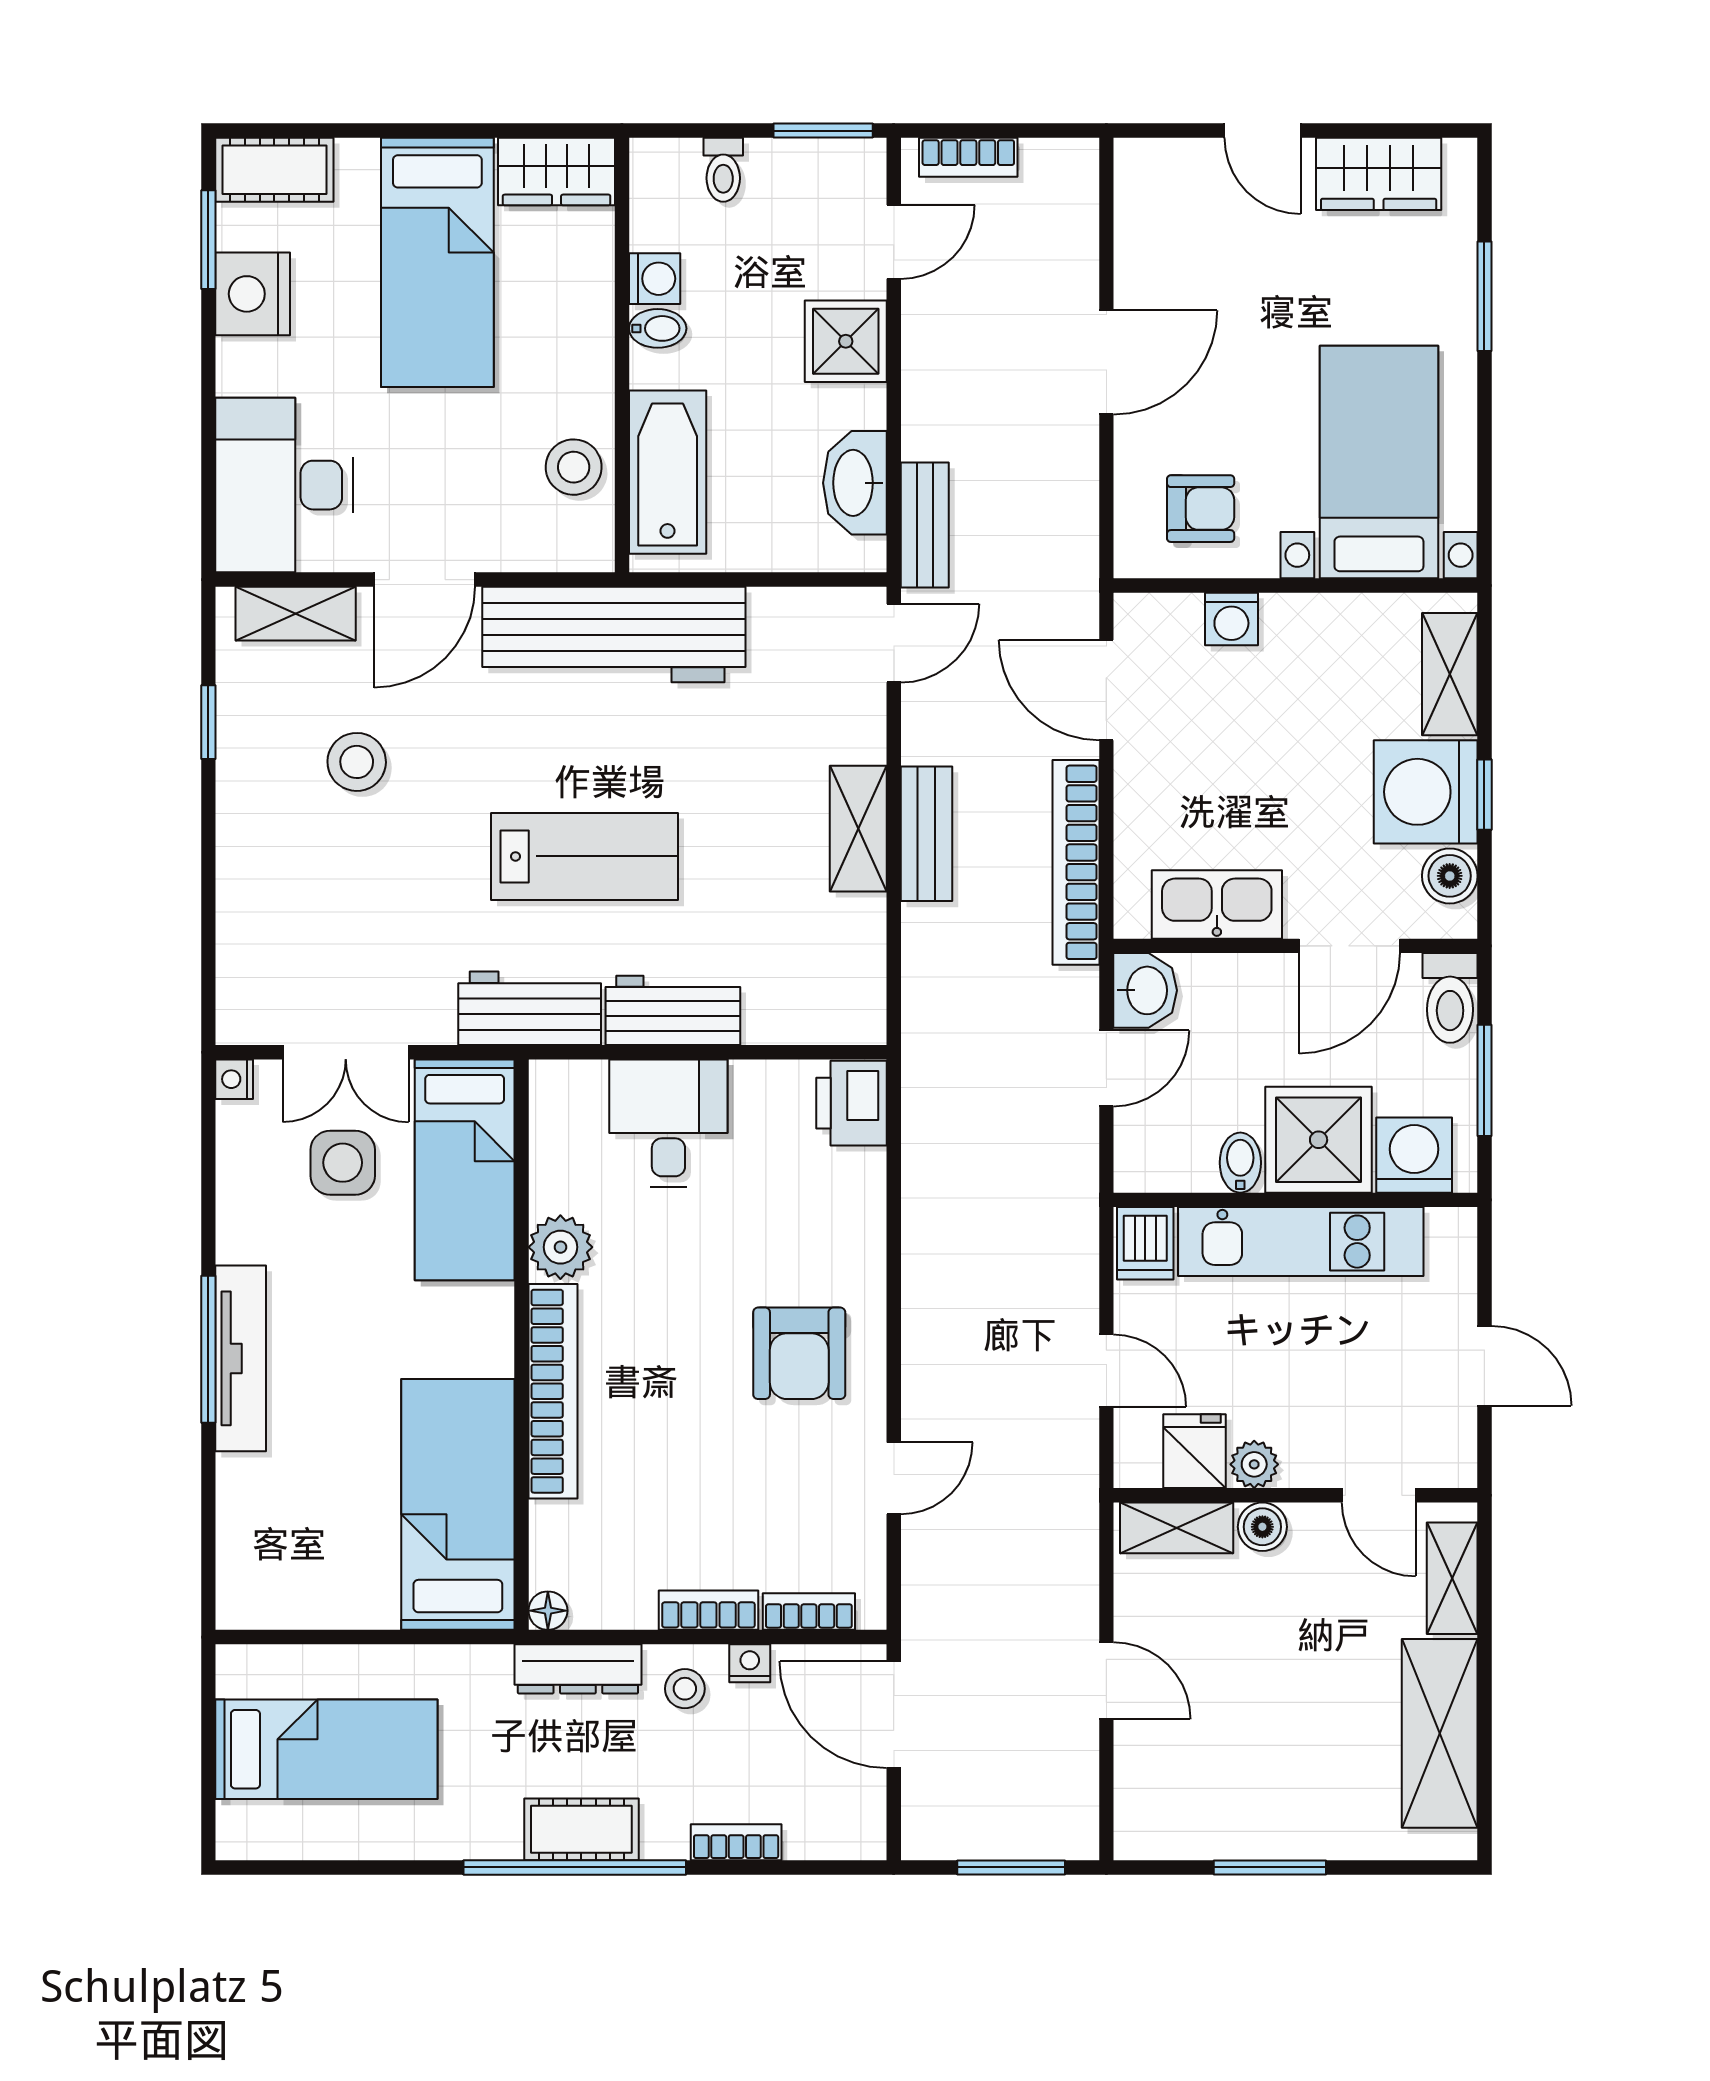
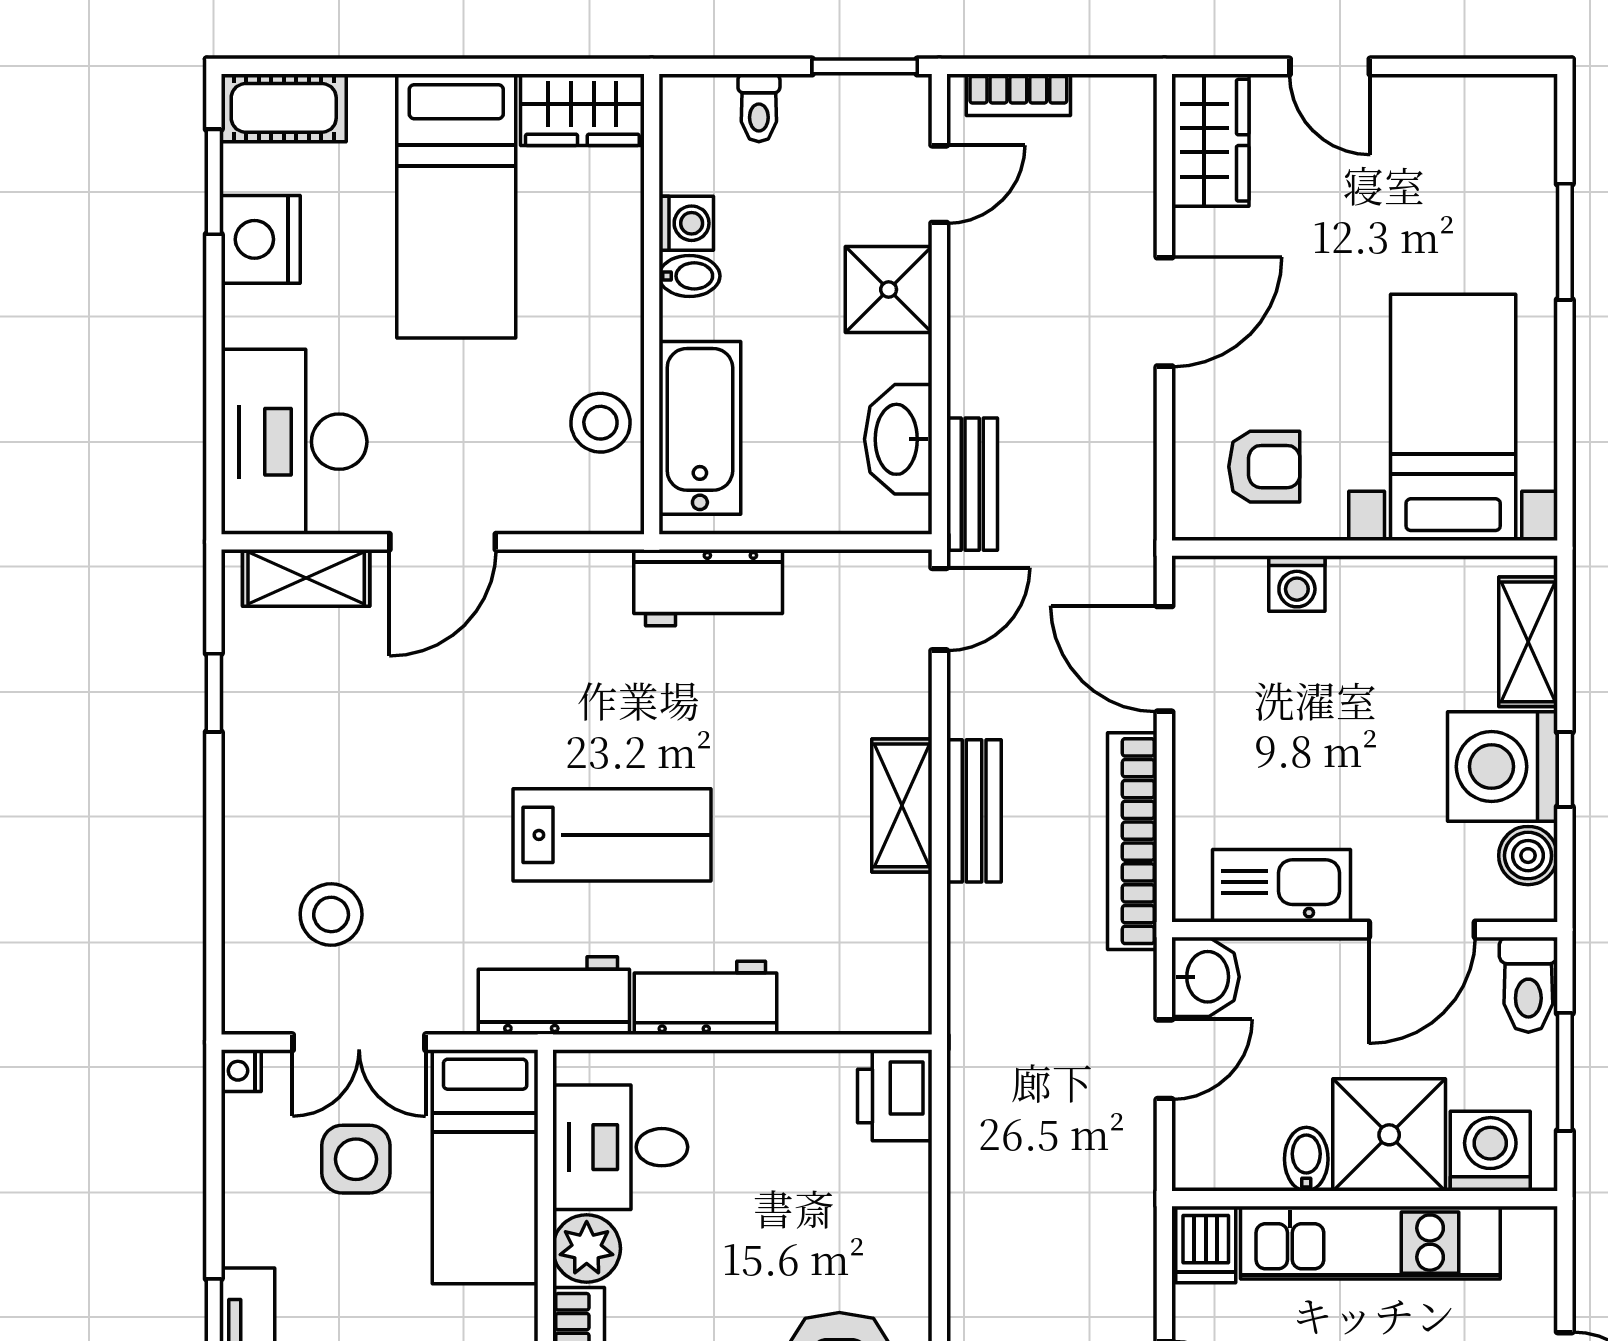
wardrobe: (1379, 174) -> (1210, 140), moved, turned -90
workbench: (614, 635) -> (708, 588), width x0.53, depth x0.76
stool: (357, 762) -> (331, 914), moved
desk: (668, 1123) -> (620, 1147), moved, turned -90

